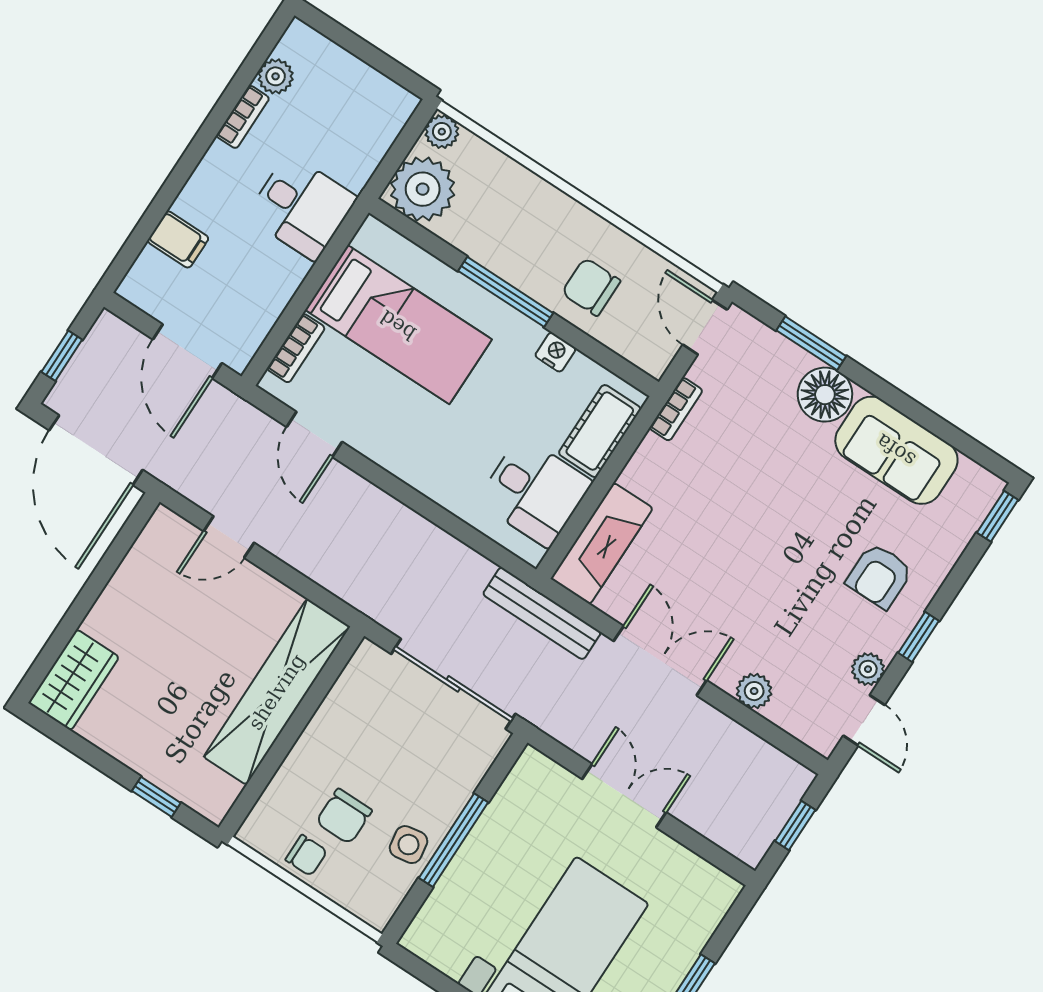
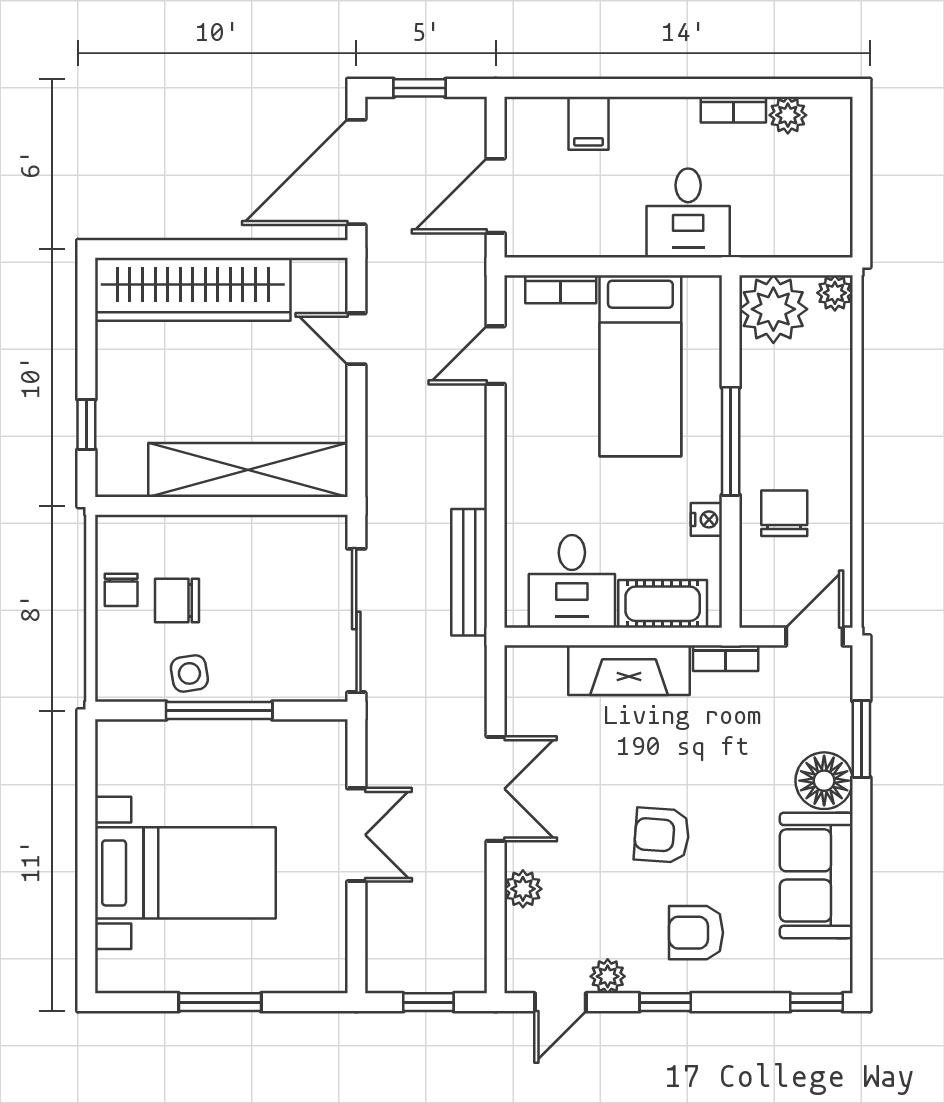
fireplace: (602, 543) -> (629, 670), moved
armchair: (784, 552) -> (662, 835), added
bench: (542, 613) -> (469, 572), moved
wardrobe: (74, 680) -> (193, 289), width x2.10, depth x1.17

